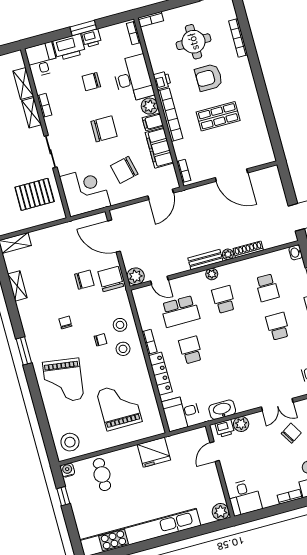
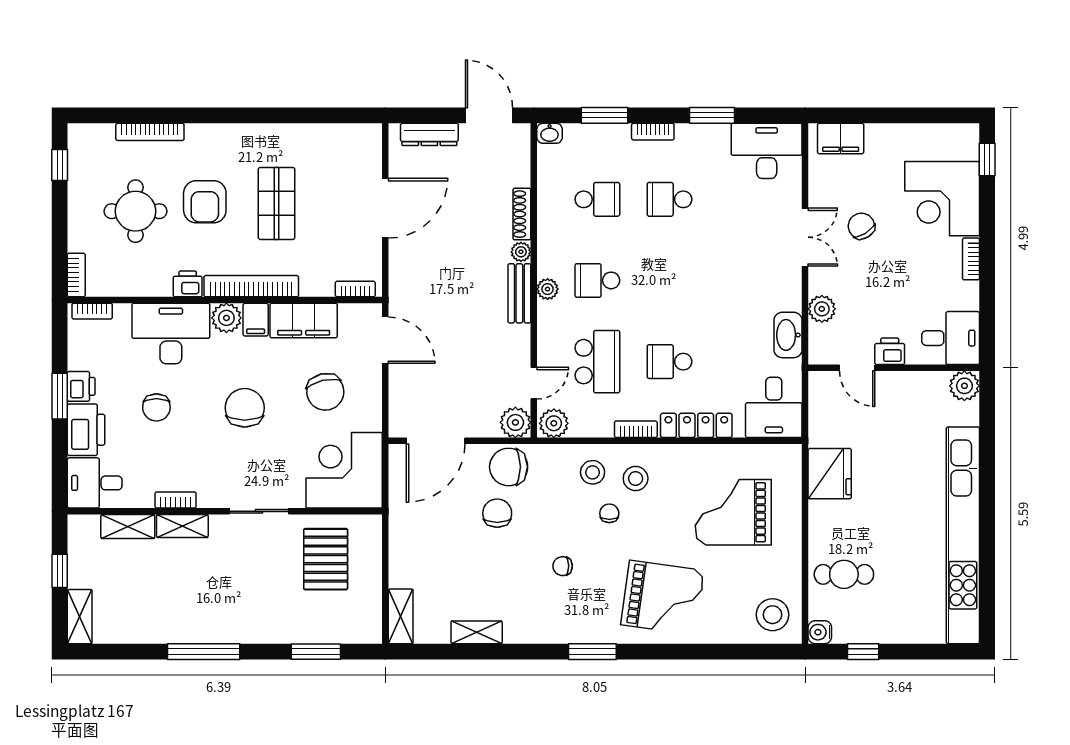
dresser: (277, 188) -> (429, 134), added
plant: (141, 297) -> (554, 423), added
printer: (225, 428) -> (890, 351), moved, turned -90

